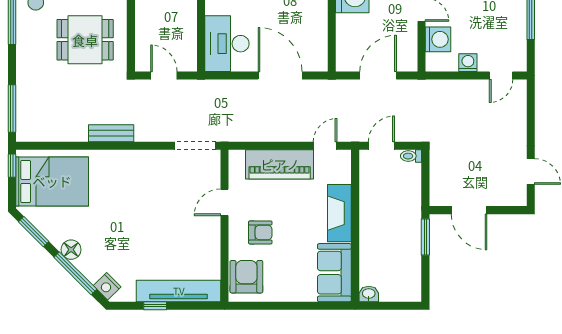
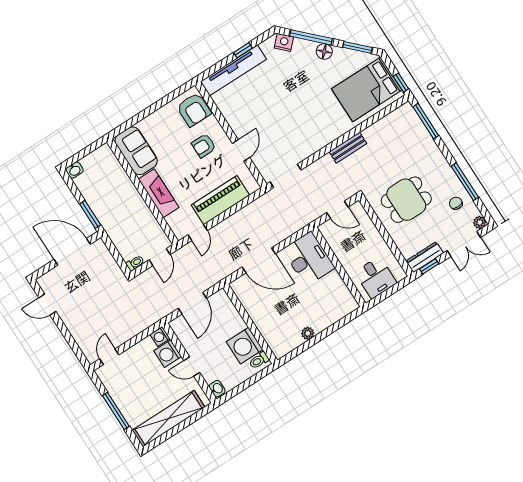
washing machine: (468, 63) -> (160, 336), moved, turned 90
door: (469, 210) -> (72, 252), width x1.36
washbasin: (369, 294) -> (74, 170), moved

